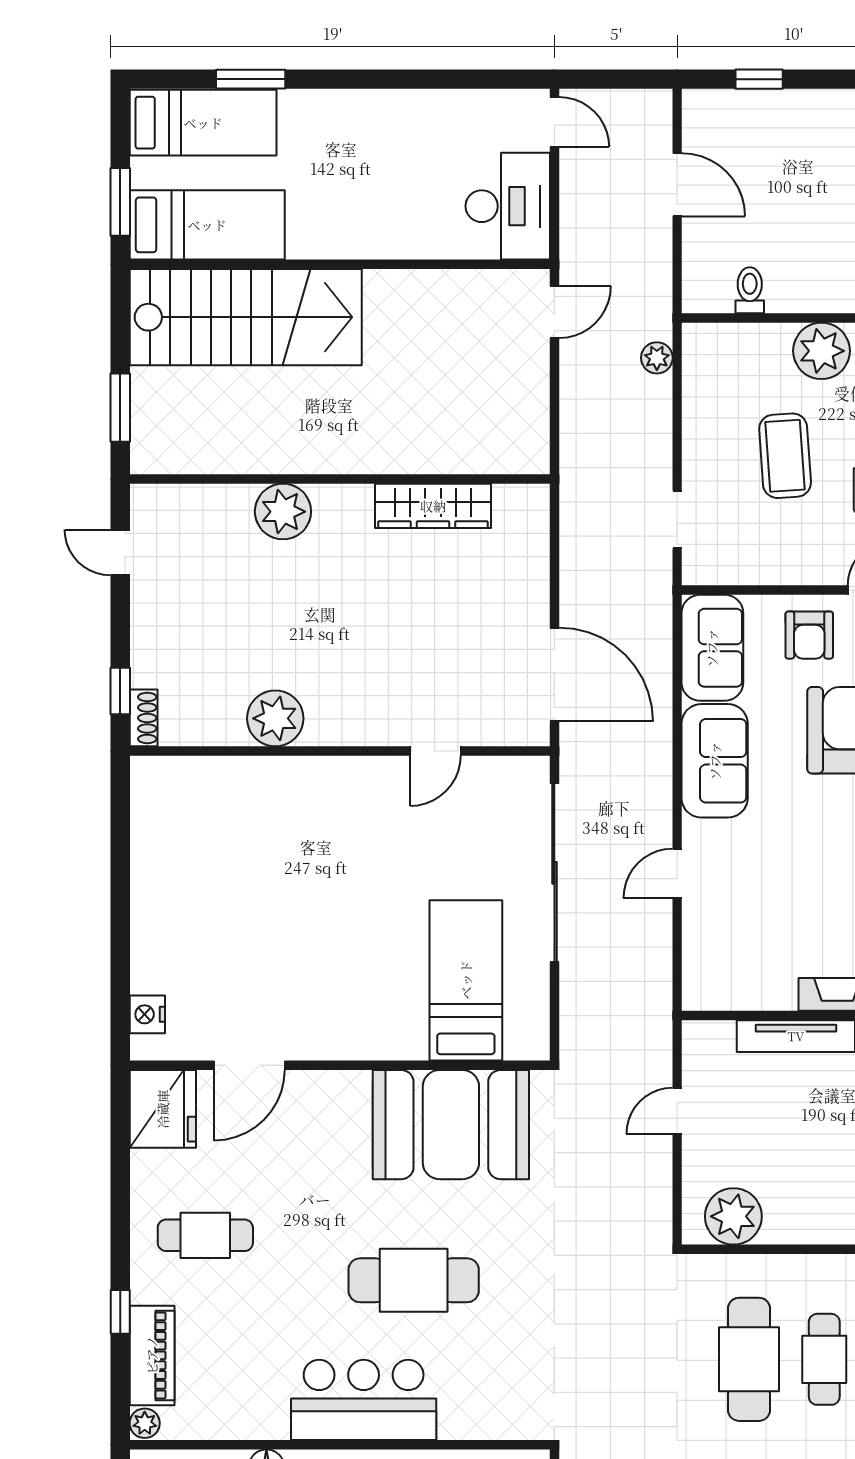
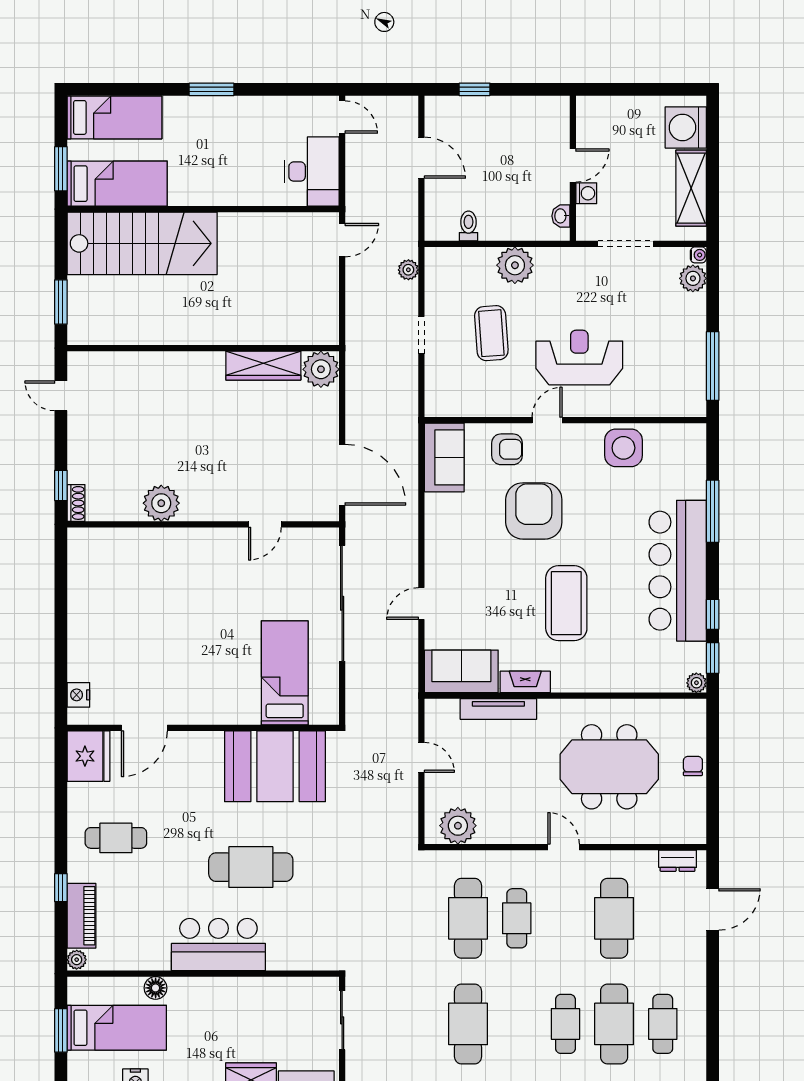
window: (251, 79) -> (211, 89), moved
plant: (283, 512) -> (321, 369), moved
doorway: (677, 520) -> (421, 335), moved
armchair: (809, 635) -> (507, 449), turned -90
sofa: (715, 761) -> (461, 671), moved, turned -90
door: (677, 1111) -> (421, 757), swing flipped

